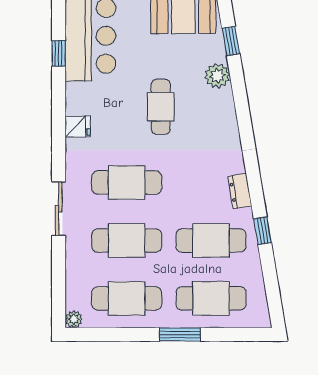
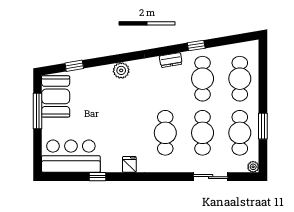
window: (59, 53) -> (98, 177), moved
plant: (217, 76) -> (121, 70), moved
cafe table: (161, 107) -> (117, 111), removed
sliding door: (59, 209) -> (211, 177), moved
window: (180, 334) -> (263, 126), moved

